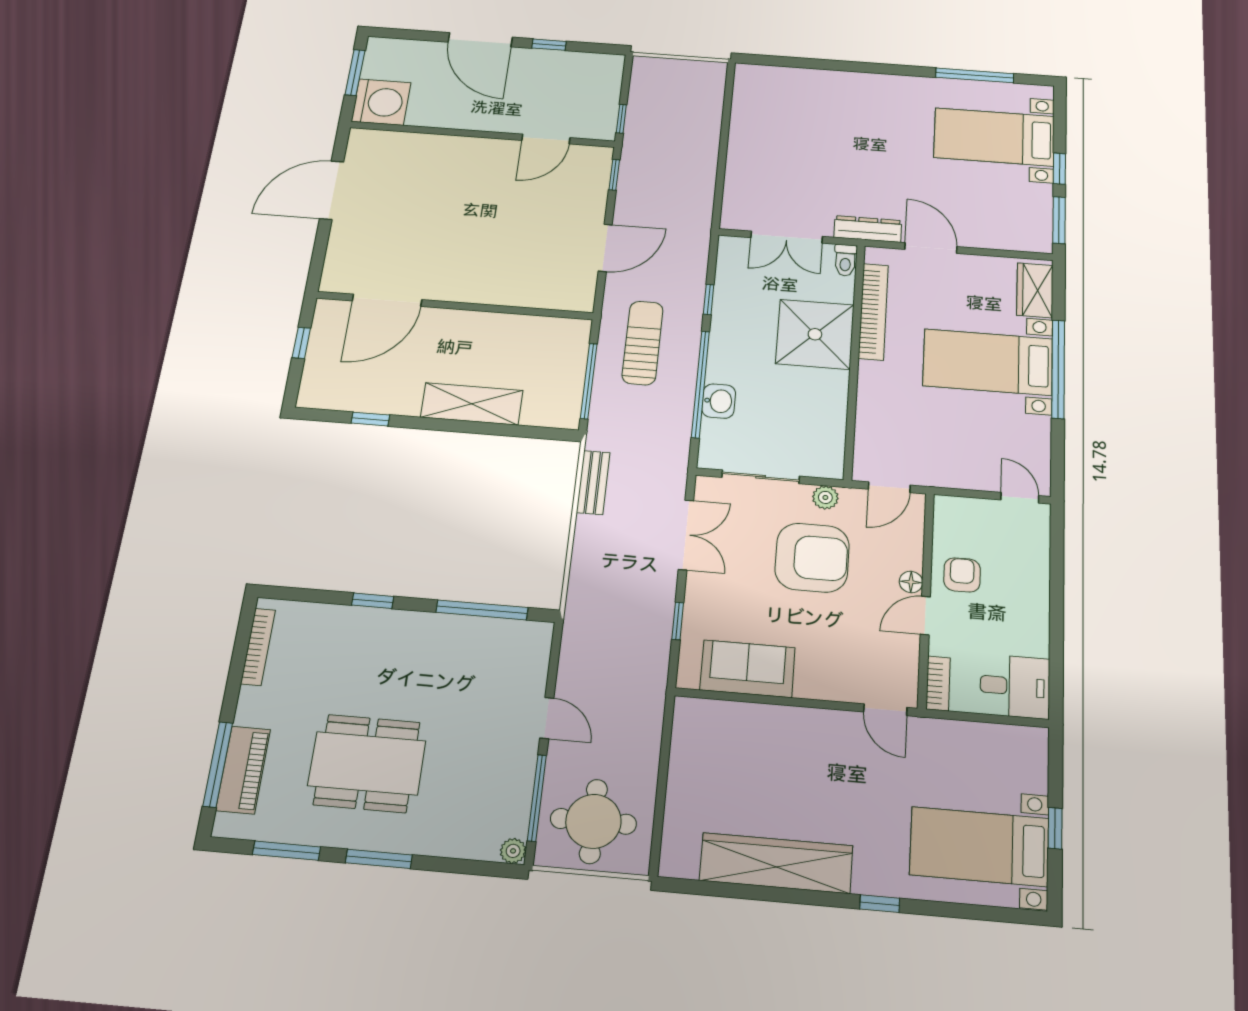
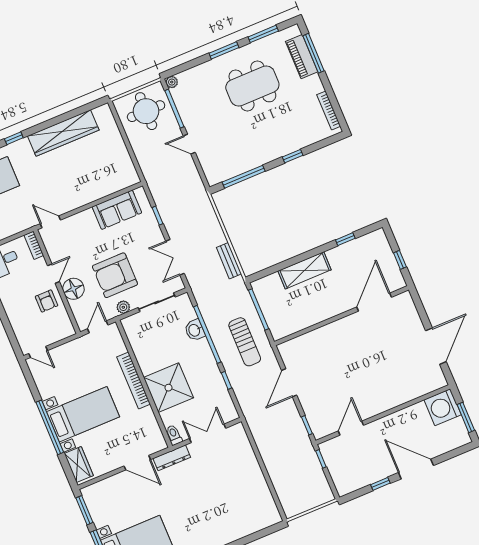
bookcase: (873, 312) -> (134, 380), moved
floor lamp: (911, 582) -> (73, 289), width x1.89, depth x1.89

